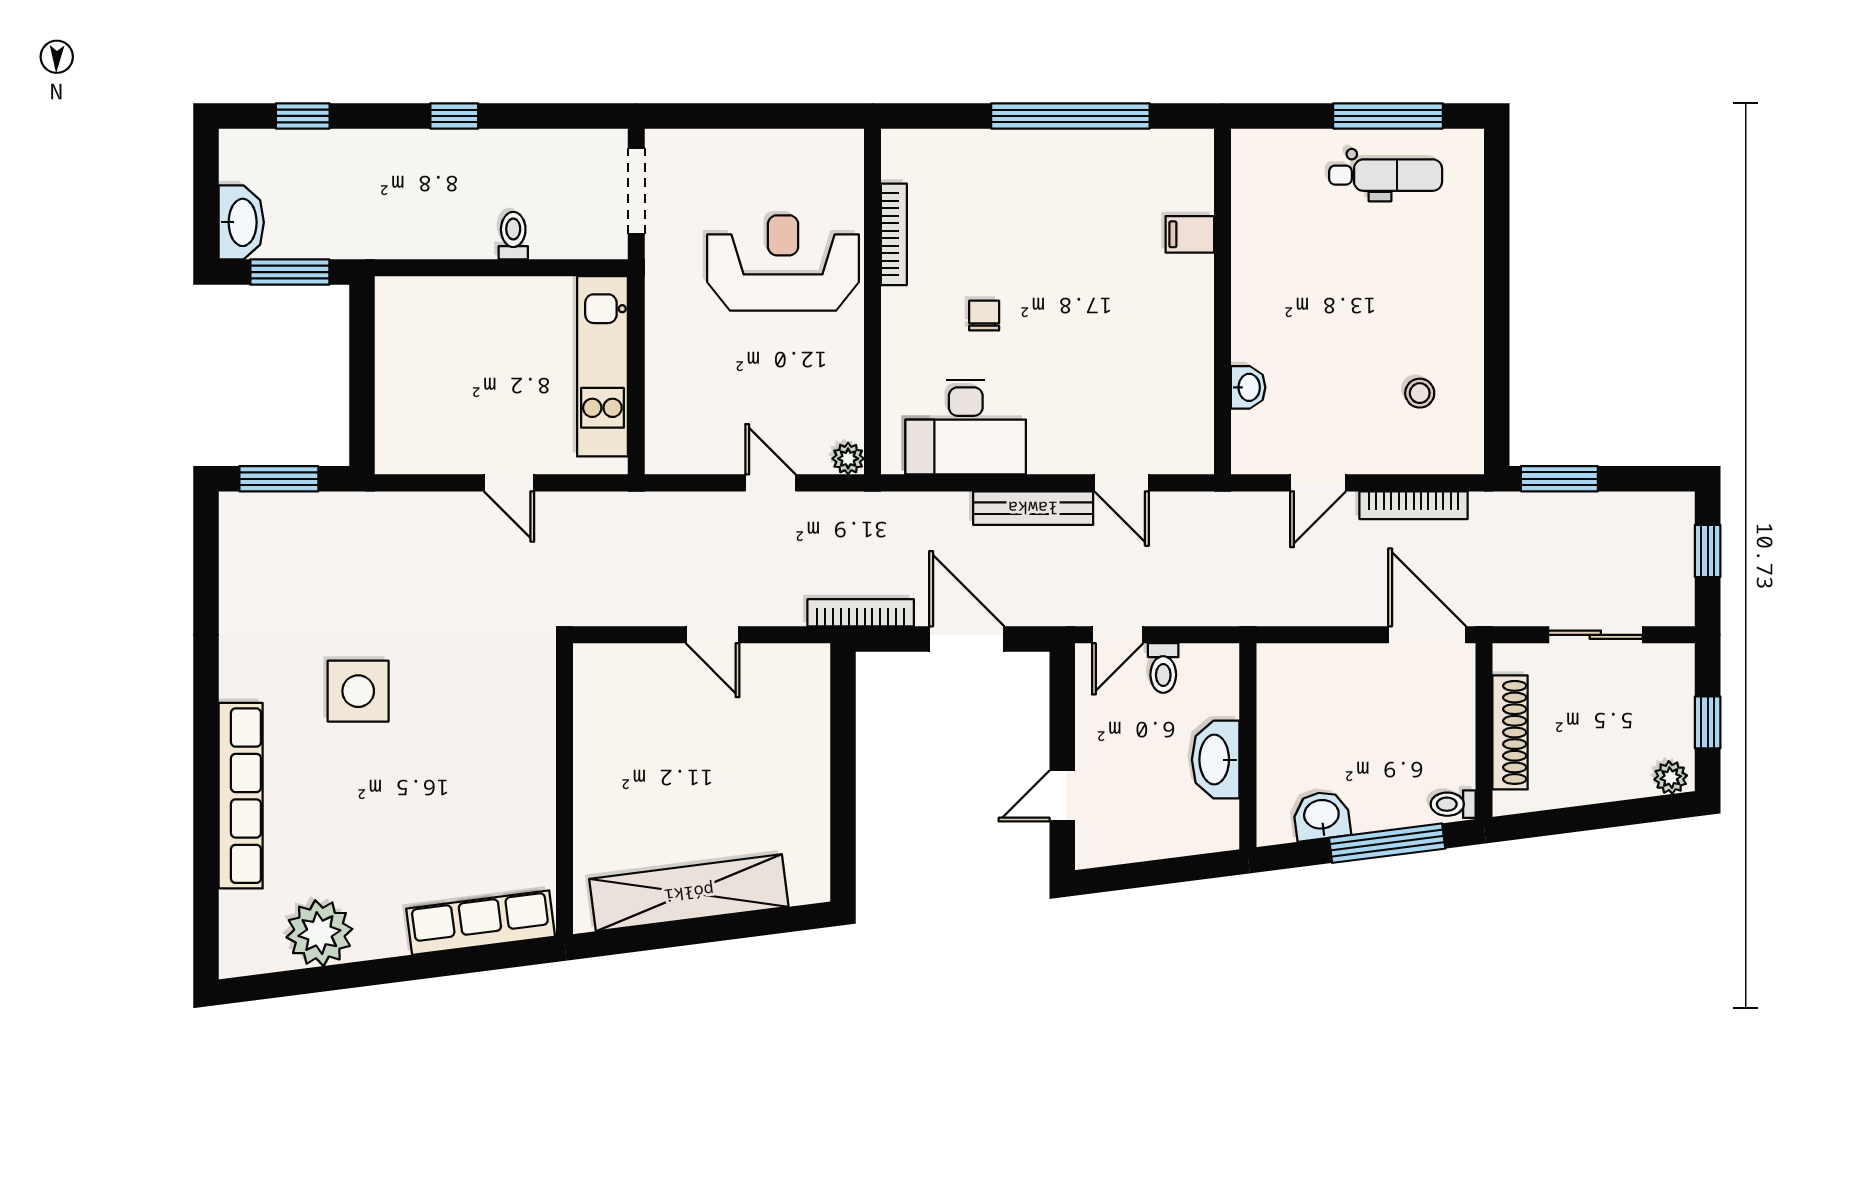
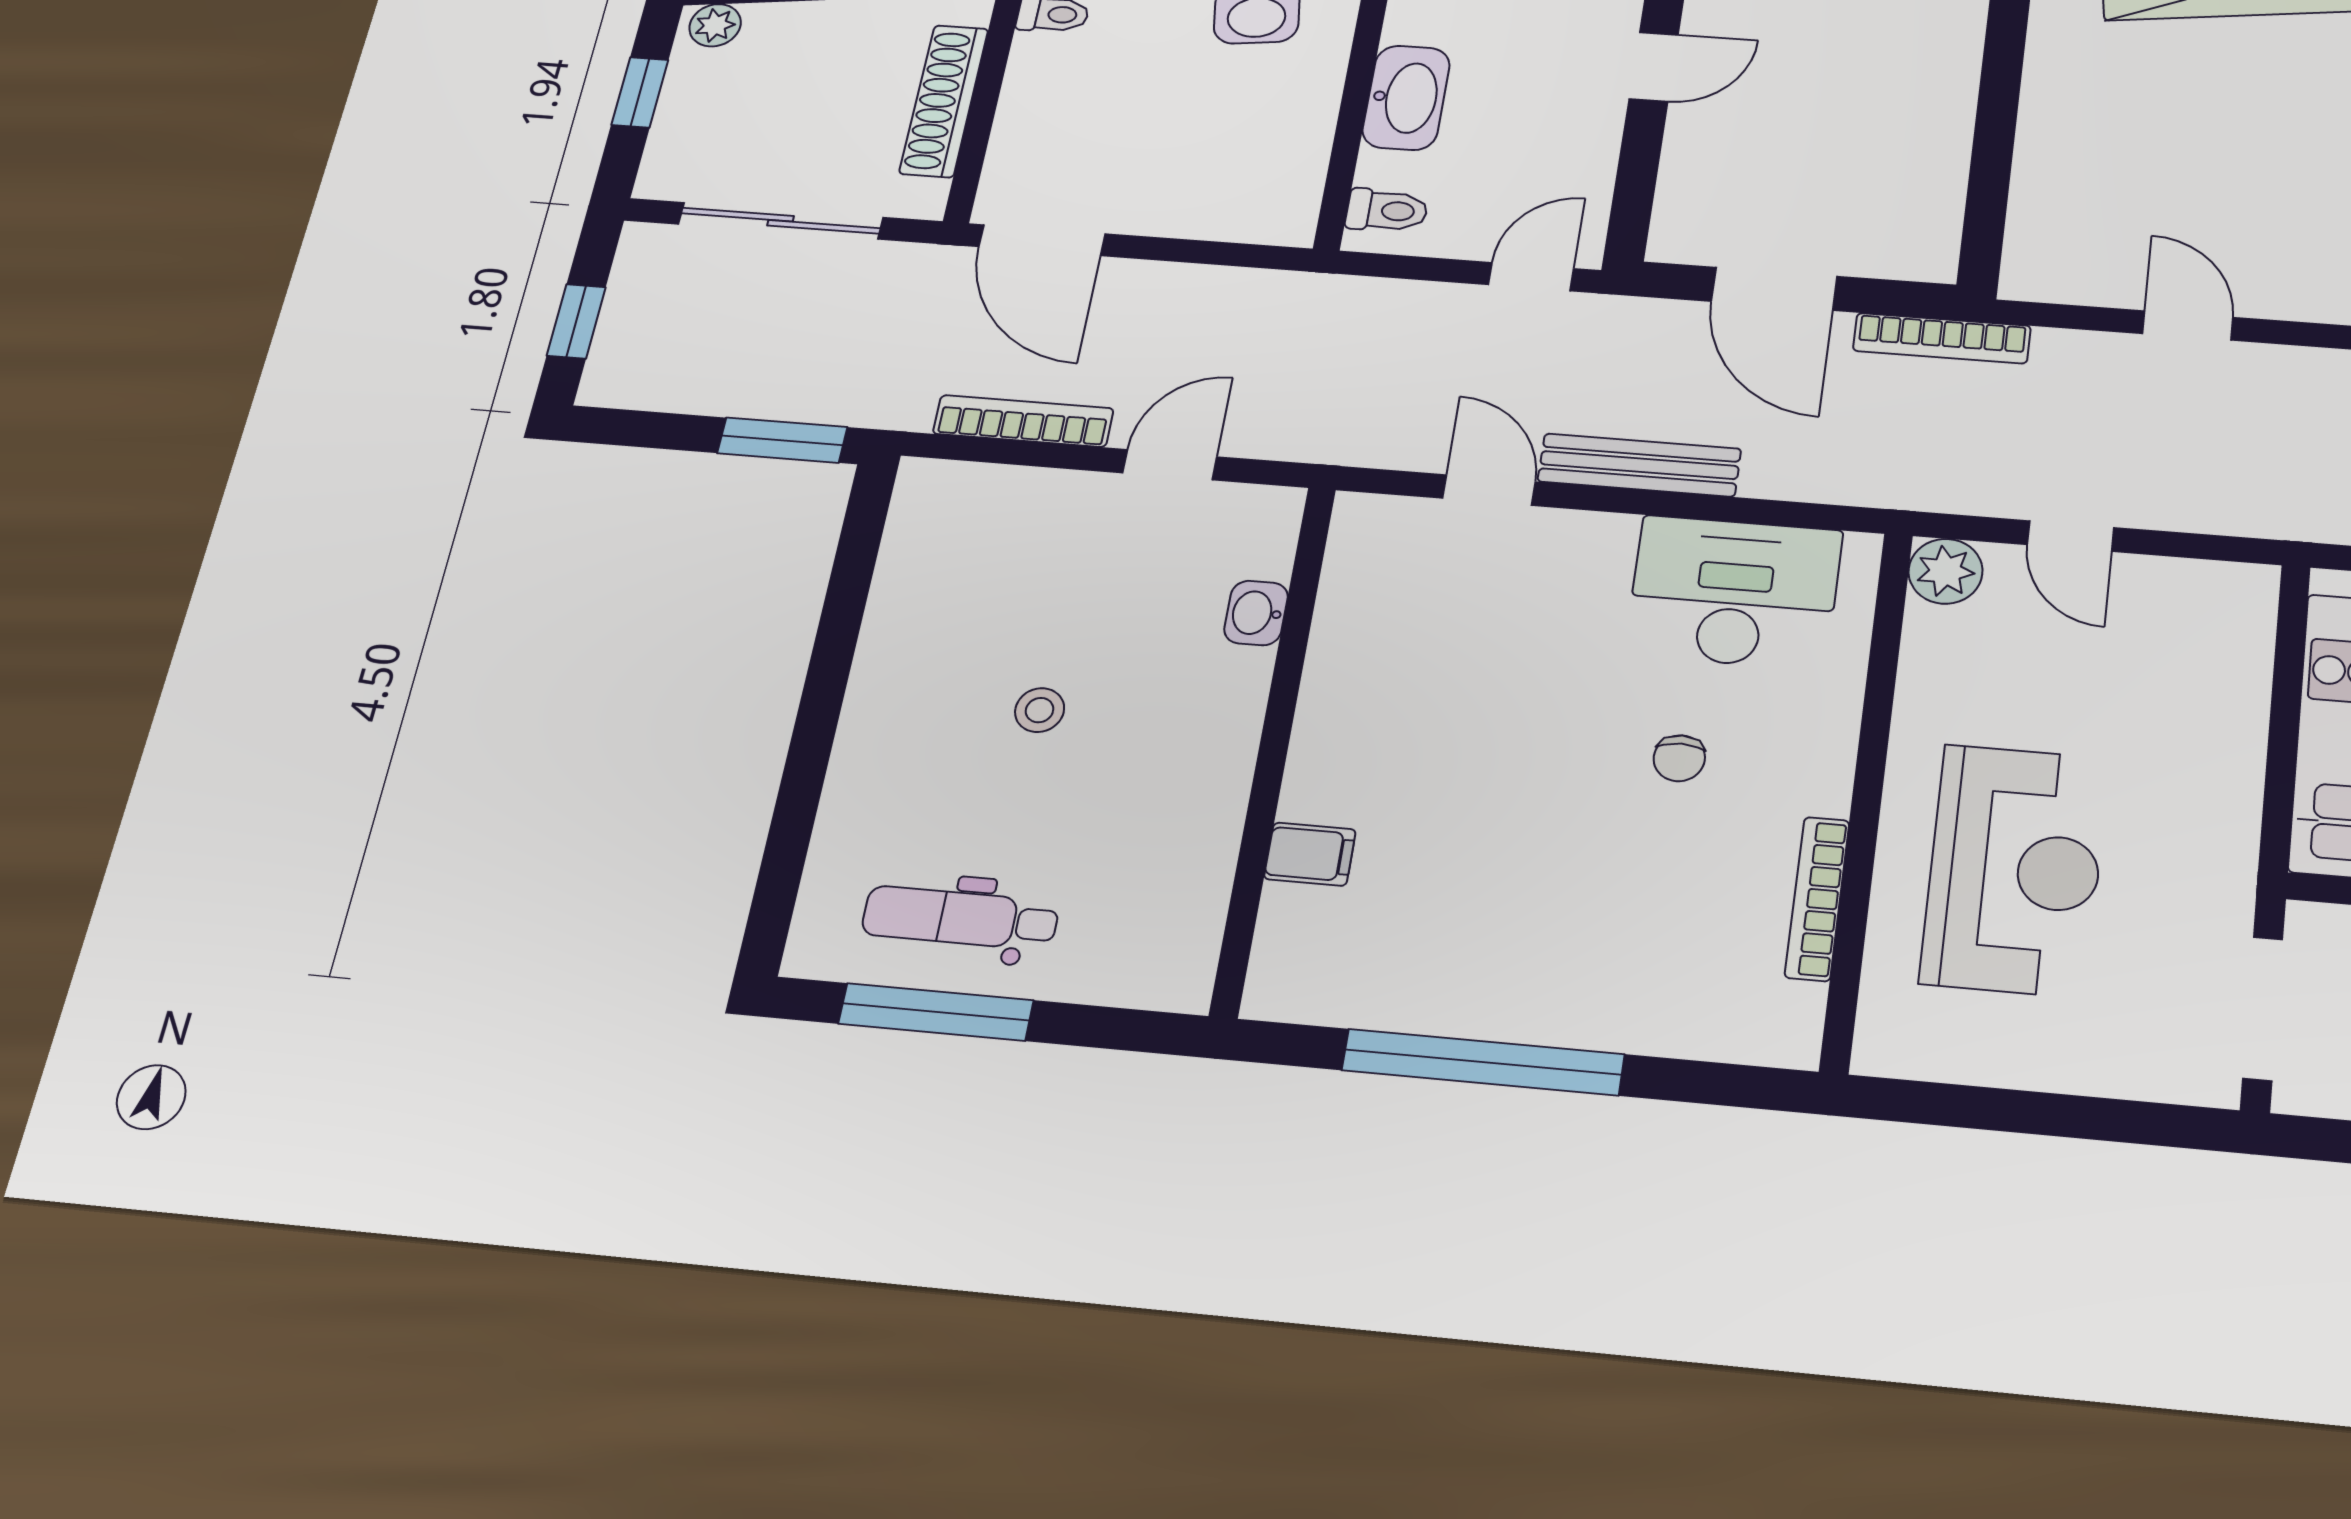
reception desk: (783, 263) -> (2015, 870), turned -90
stool: (1420, 393) -> (1040, 710), moved
plant: (848, 459) -> (1945, 571), width x1.38, depth x1.38
sliding door: (1595, 635) -> (781, 221), width x1.37
toilet: (1163, 668) -> (1387, 210), moved, turned 90

